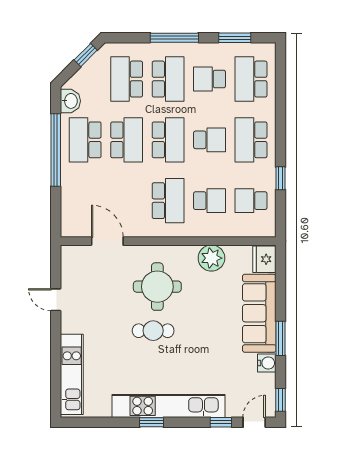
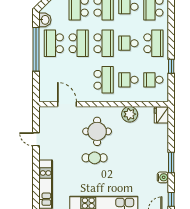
school desk: (210, 140) -> (128, 43), turned 180
school desk: (251, 140) -> (153, 43), turned 180
school desk: (210, 201) -> (128, 80), turned 180
sofa: (259, 313) -> (158, 147), removed

